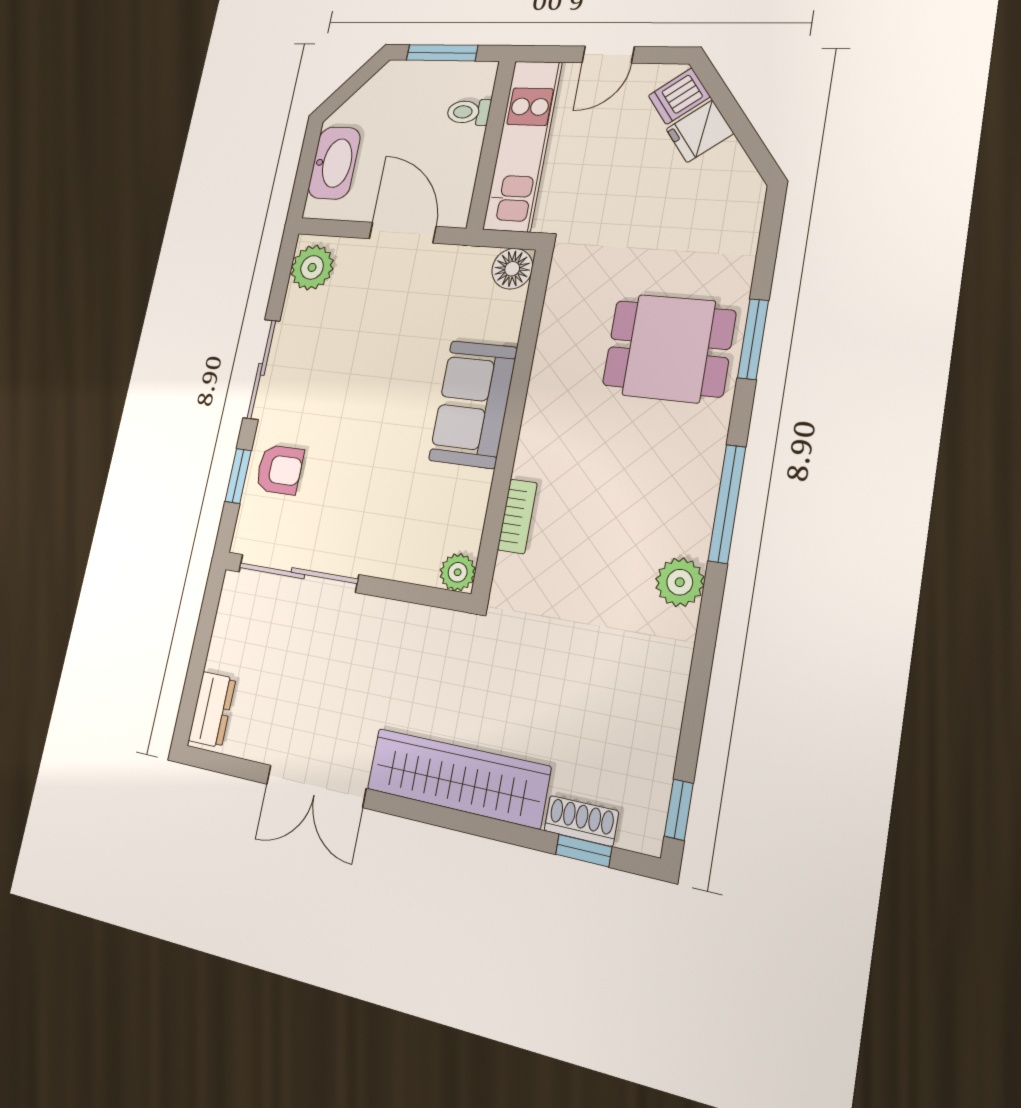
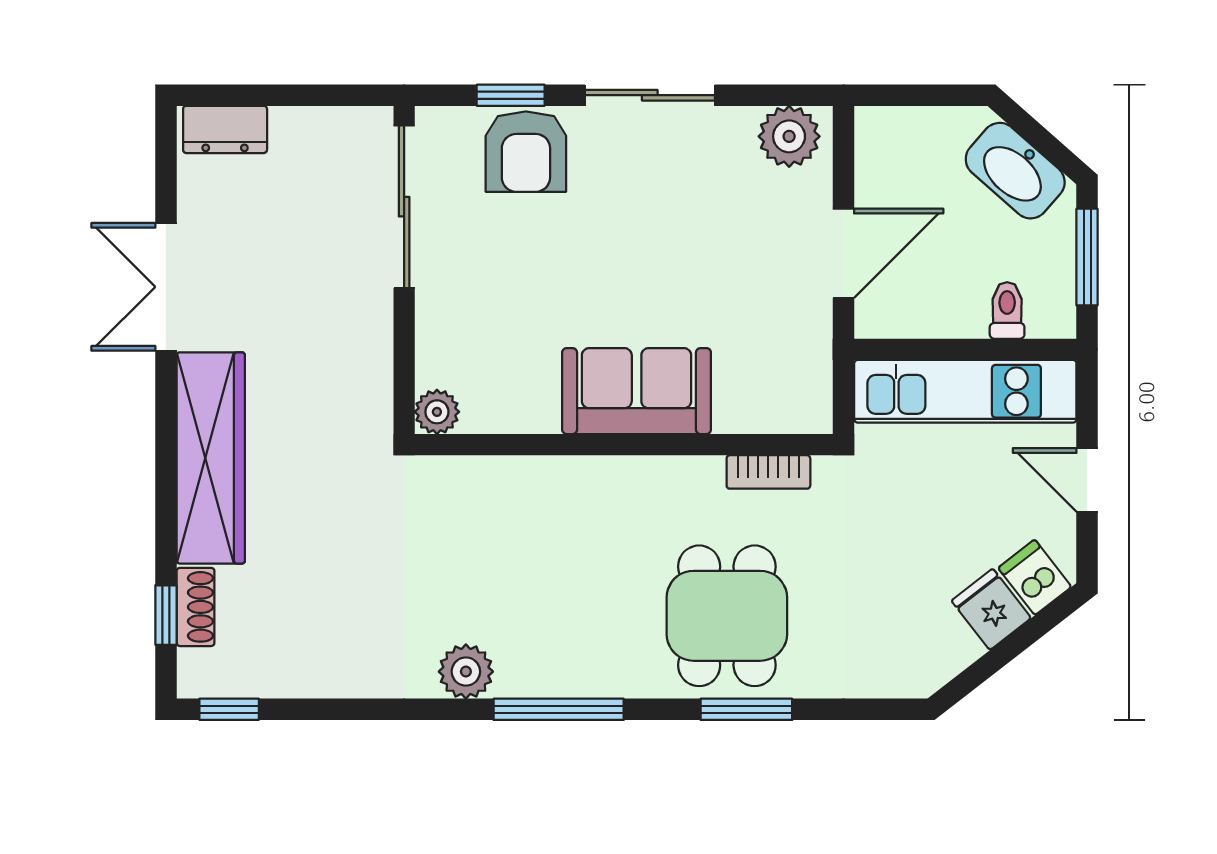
washbasin: (334, 163) -> (1015, 171), moved, turned 41
floor lamp: (512, 269) -> (807, 408), removed
armchair: (280, 470) -> (526, 152), width x1.38, depth x1.38
bookcase: (517, 516) -> (768, 472), moved

